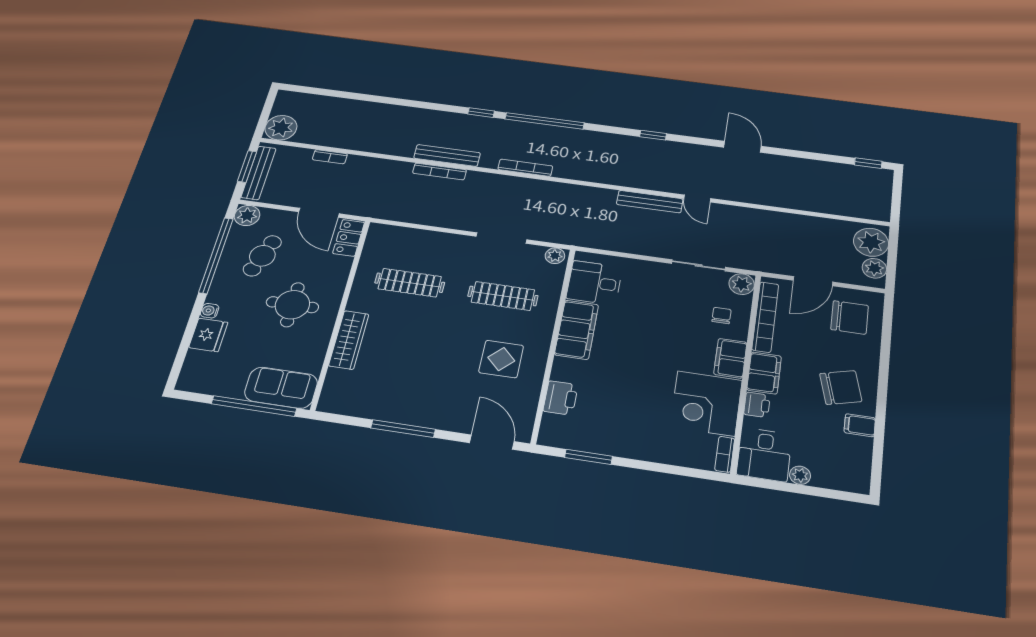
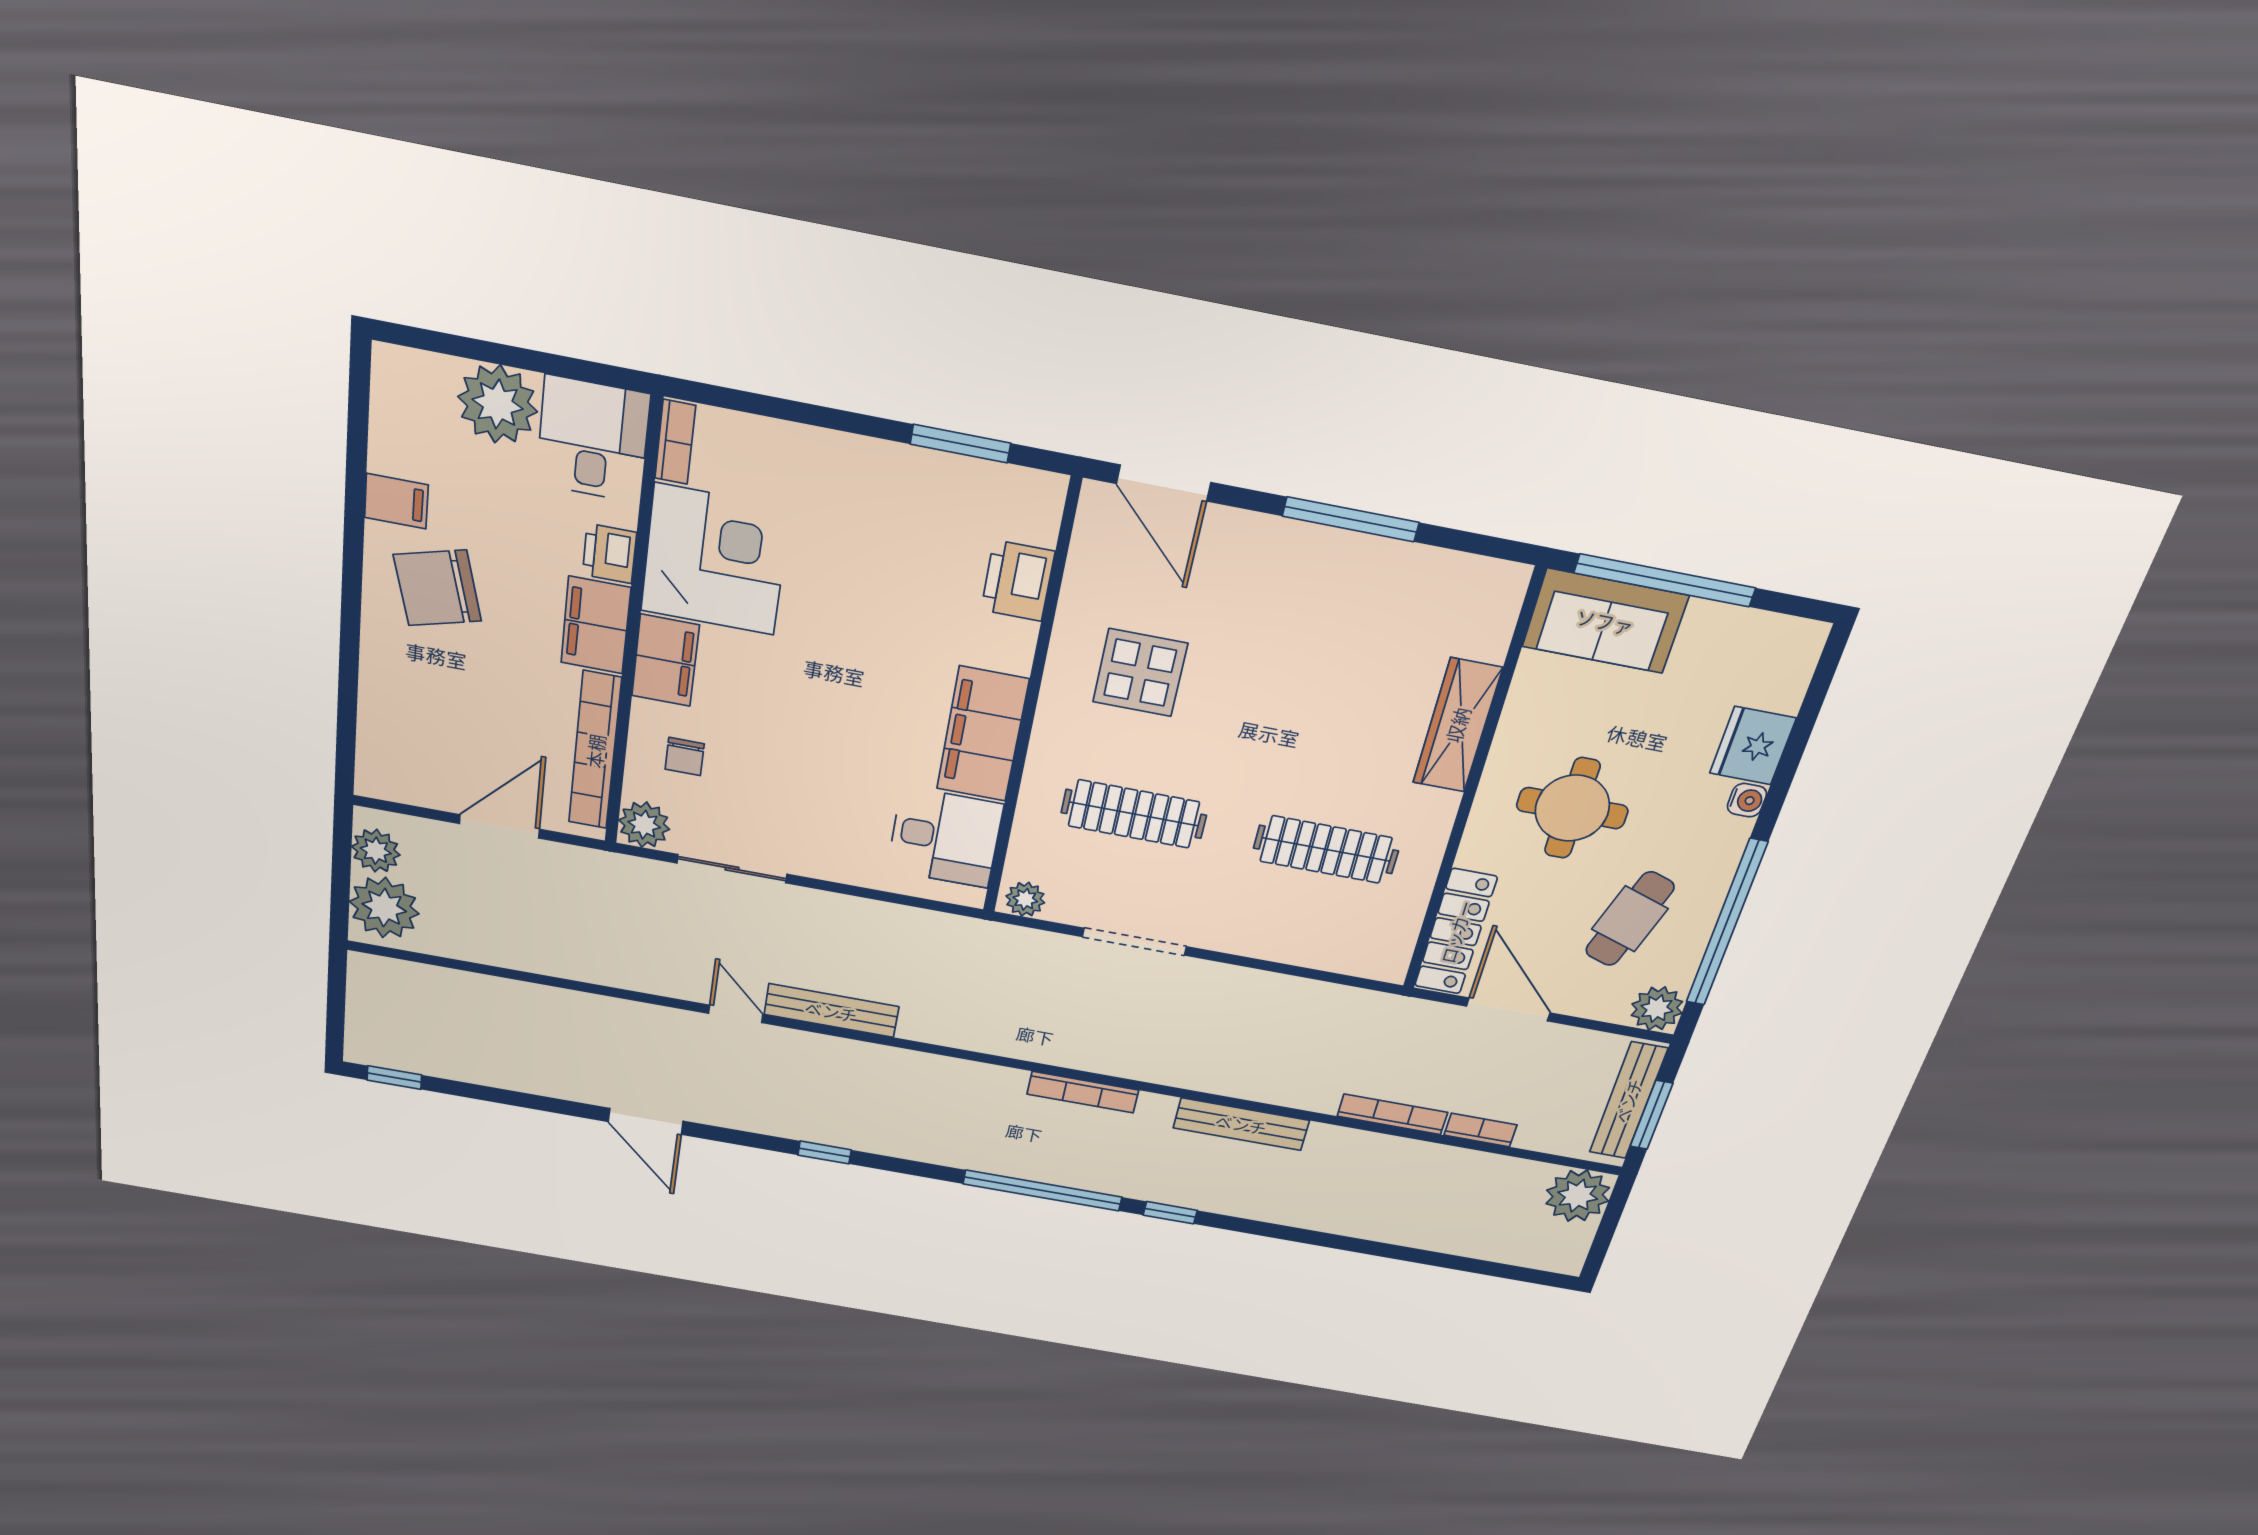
bookcase: (440, 171) -> (1392, 1114), moved
locker: (349, 238) -> (1456, 932), width x1.53
chair: (850, 317) -> (423, 744), removed
plant: (800, 475) -> (498, 404), width x1.88, depth x1.88

